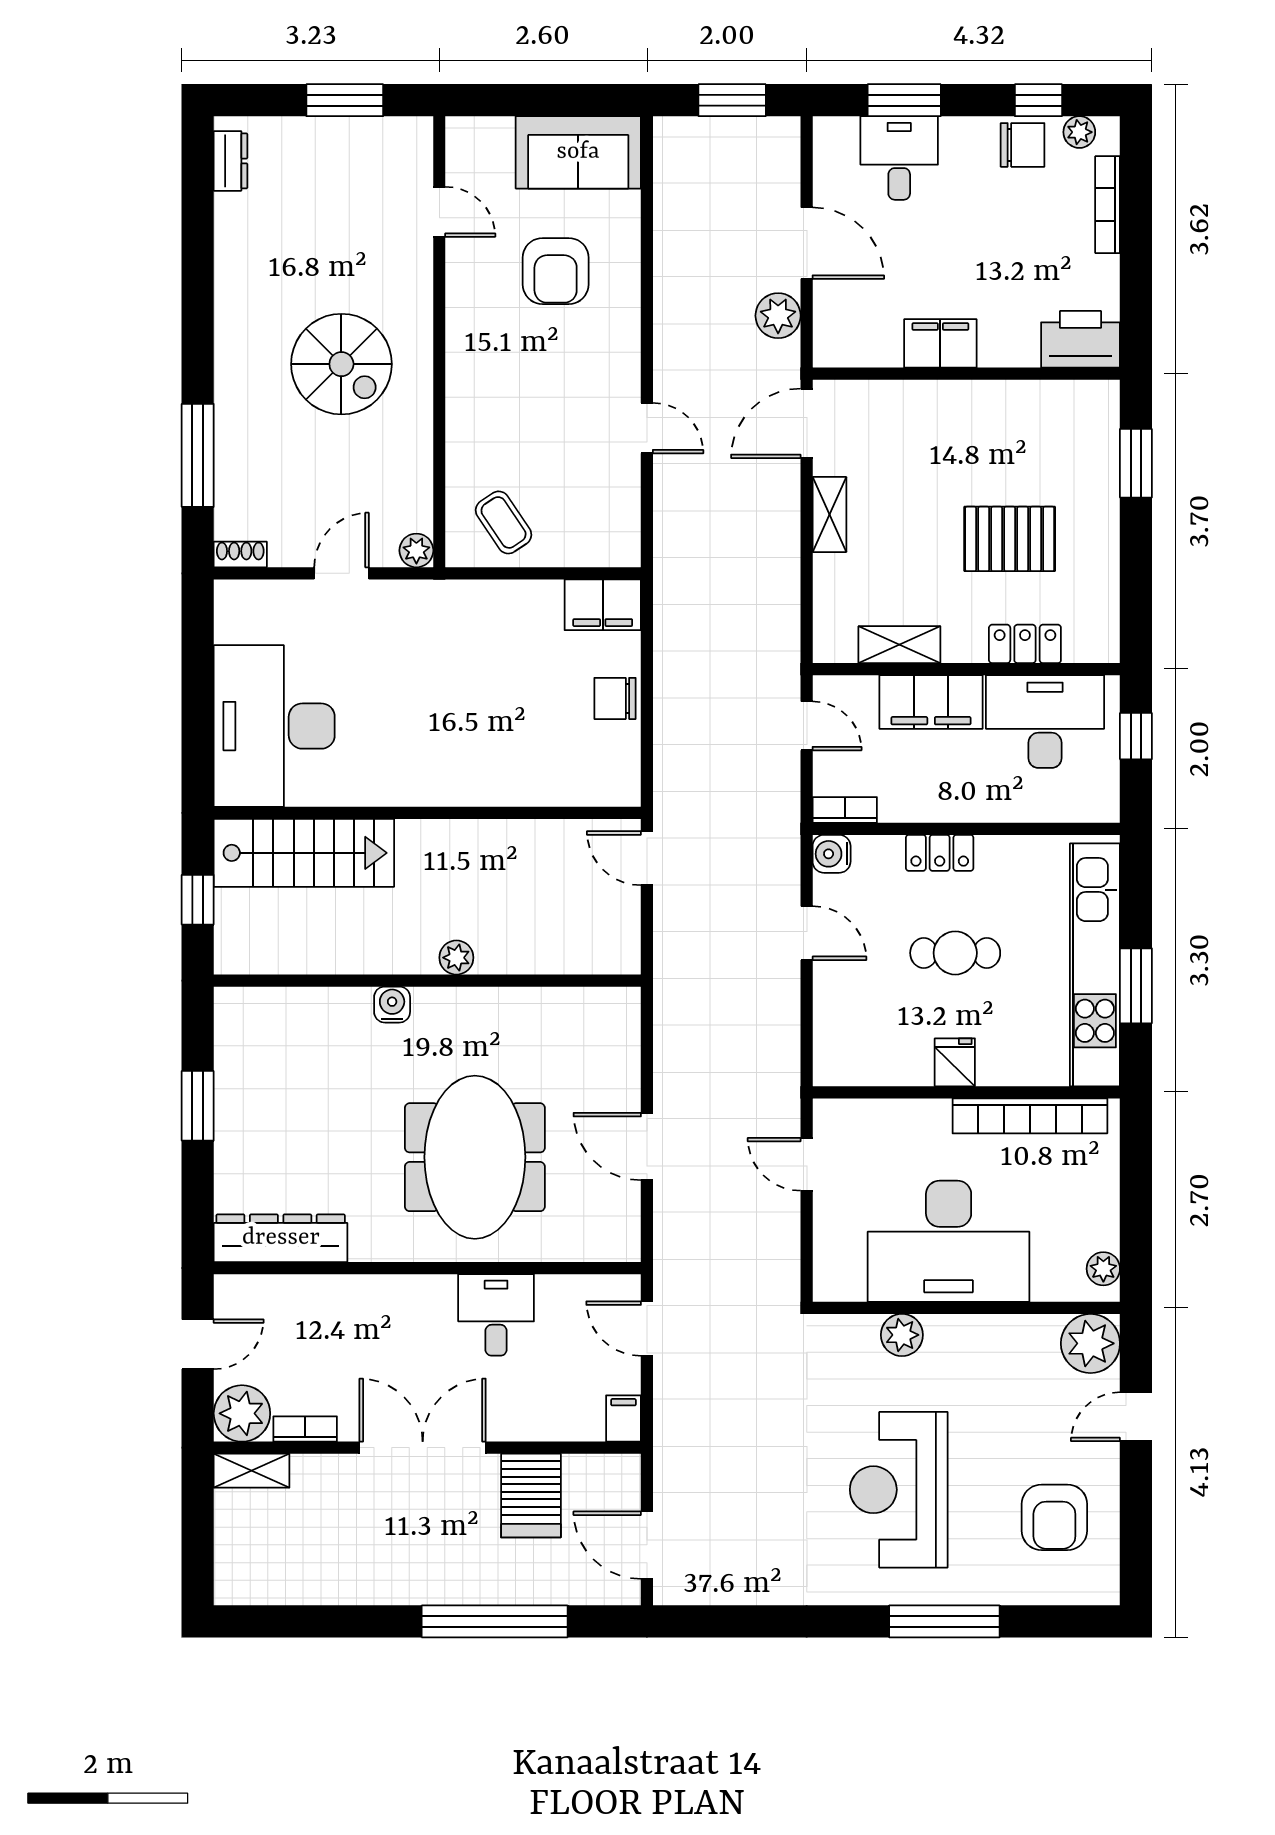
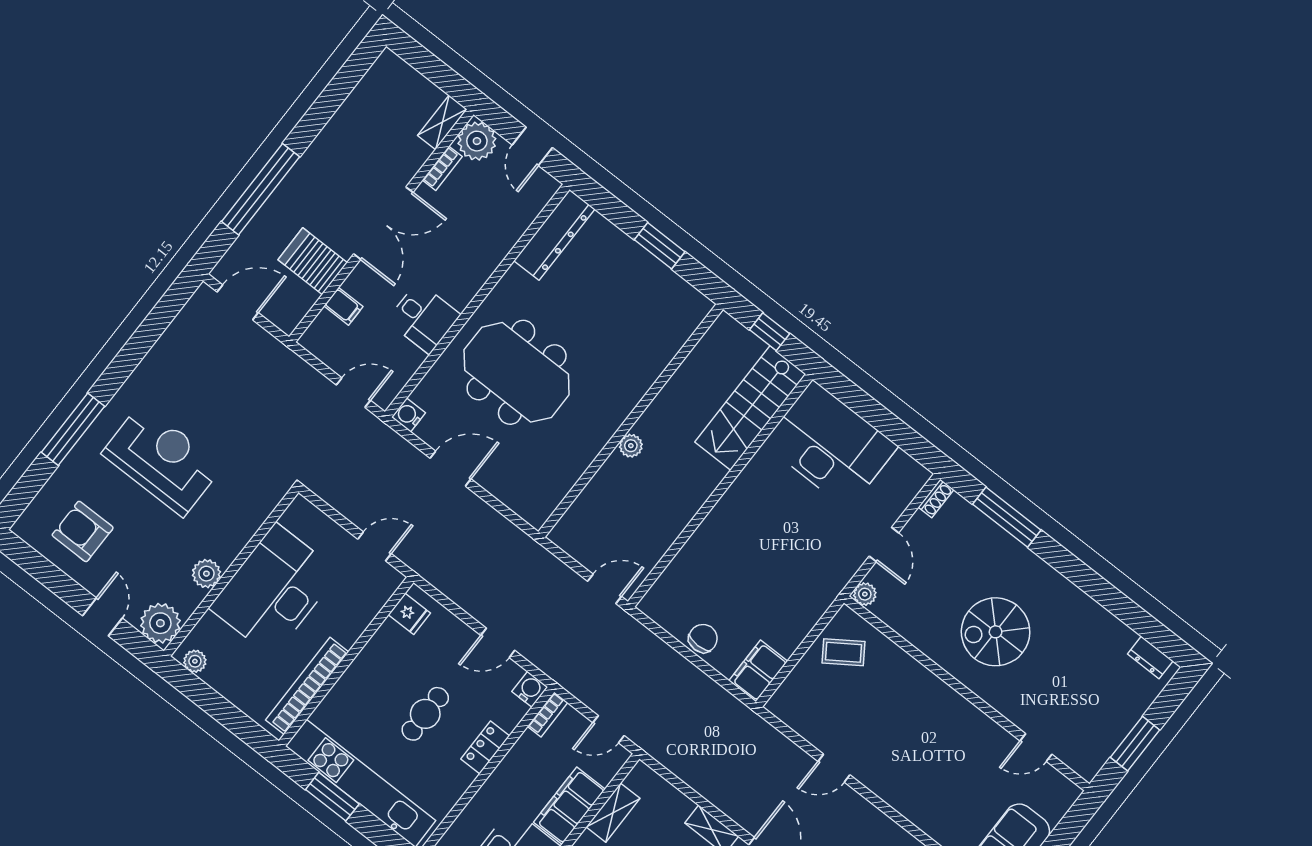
armchair: (556, 271) -> (956, 785), removed
water cooler: (392, 1005) -> (408, 415), moved, turned 180
fridge: (955, 1062) -> (409, 614), moved
plant: (902, 1335) -> (206, 574), moved
filing cabinet: (623, 1418) -> (343, 306), moved

